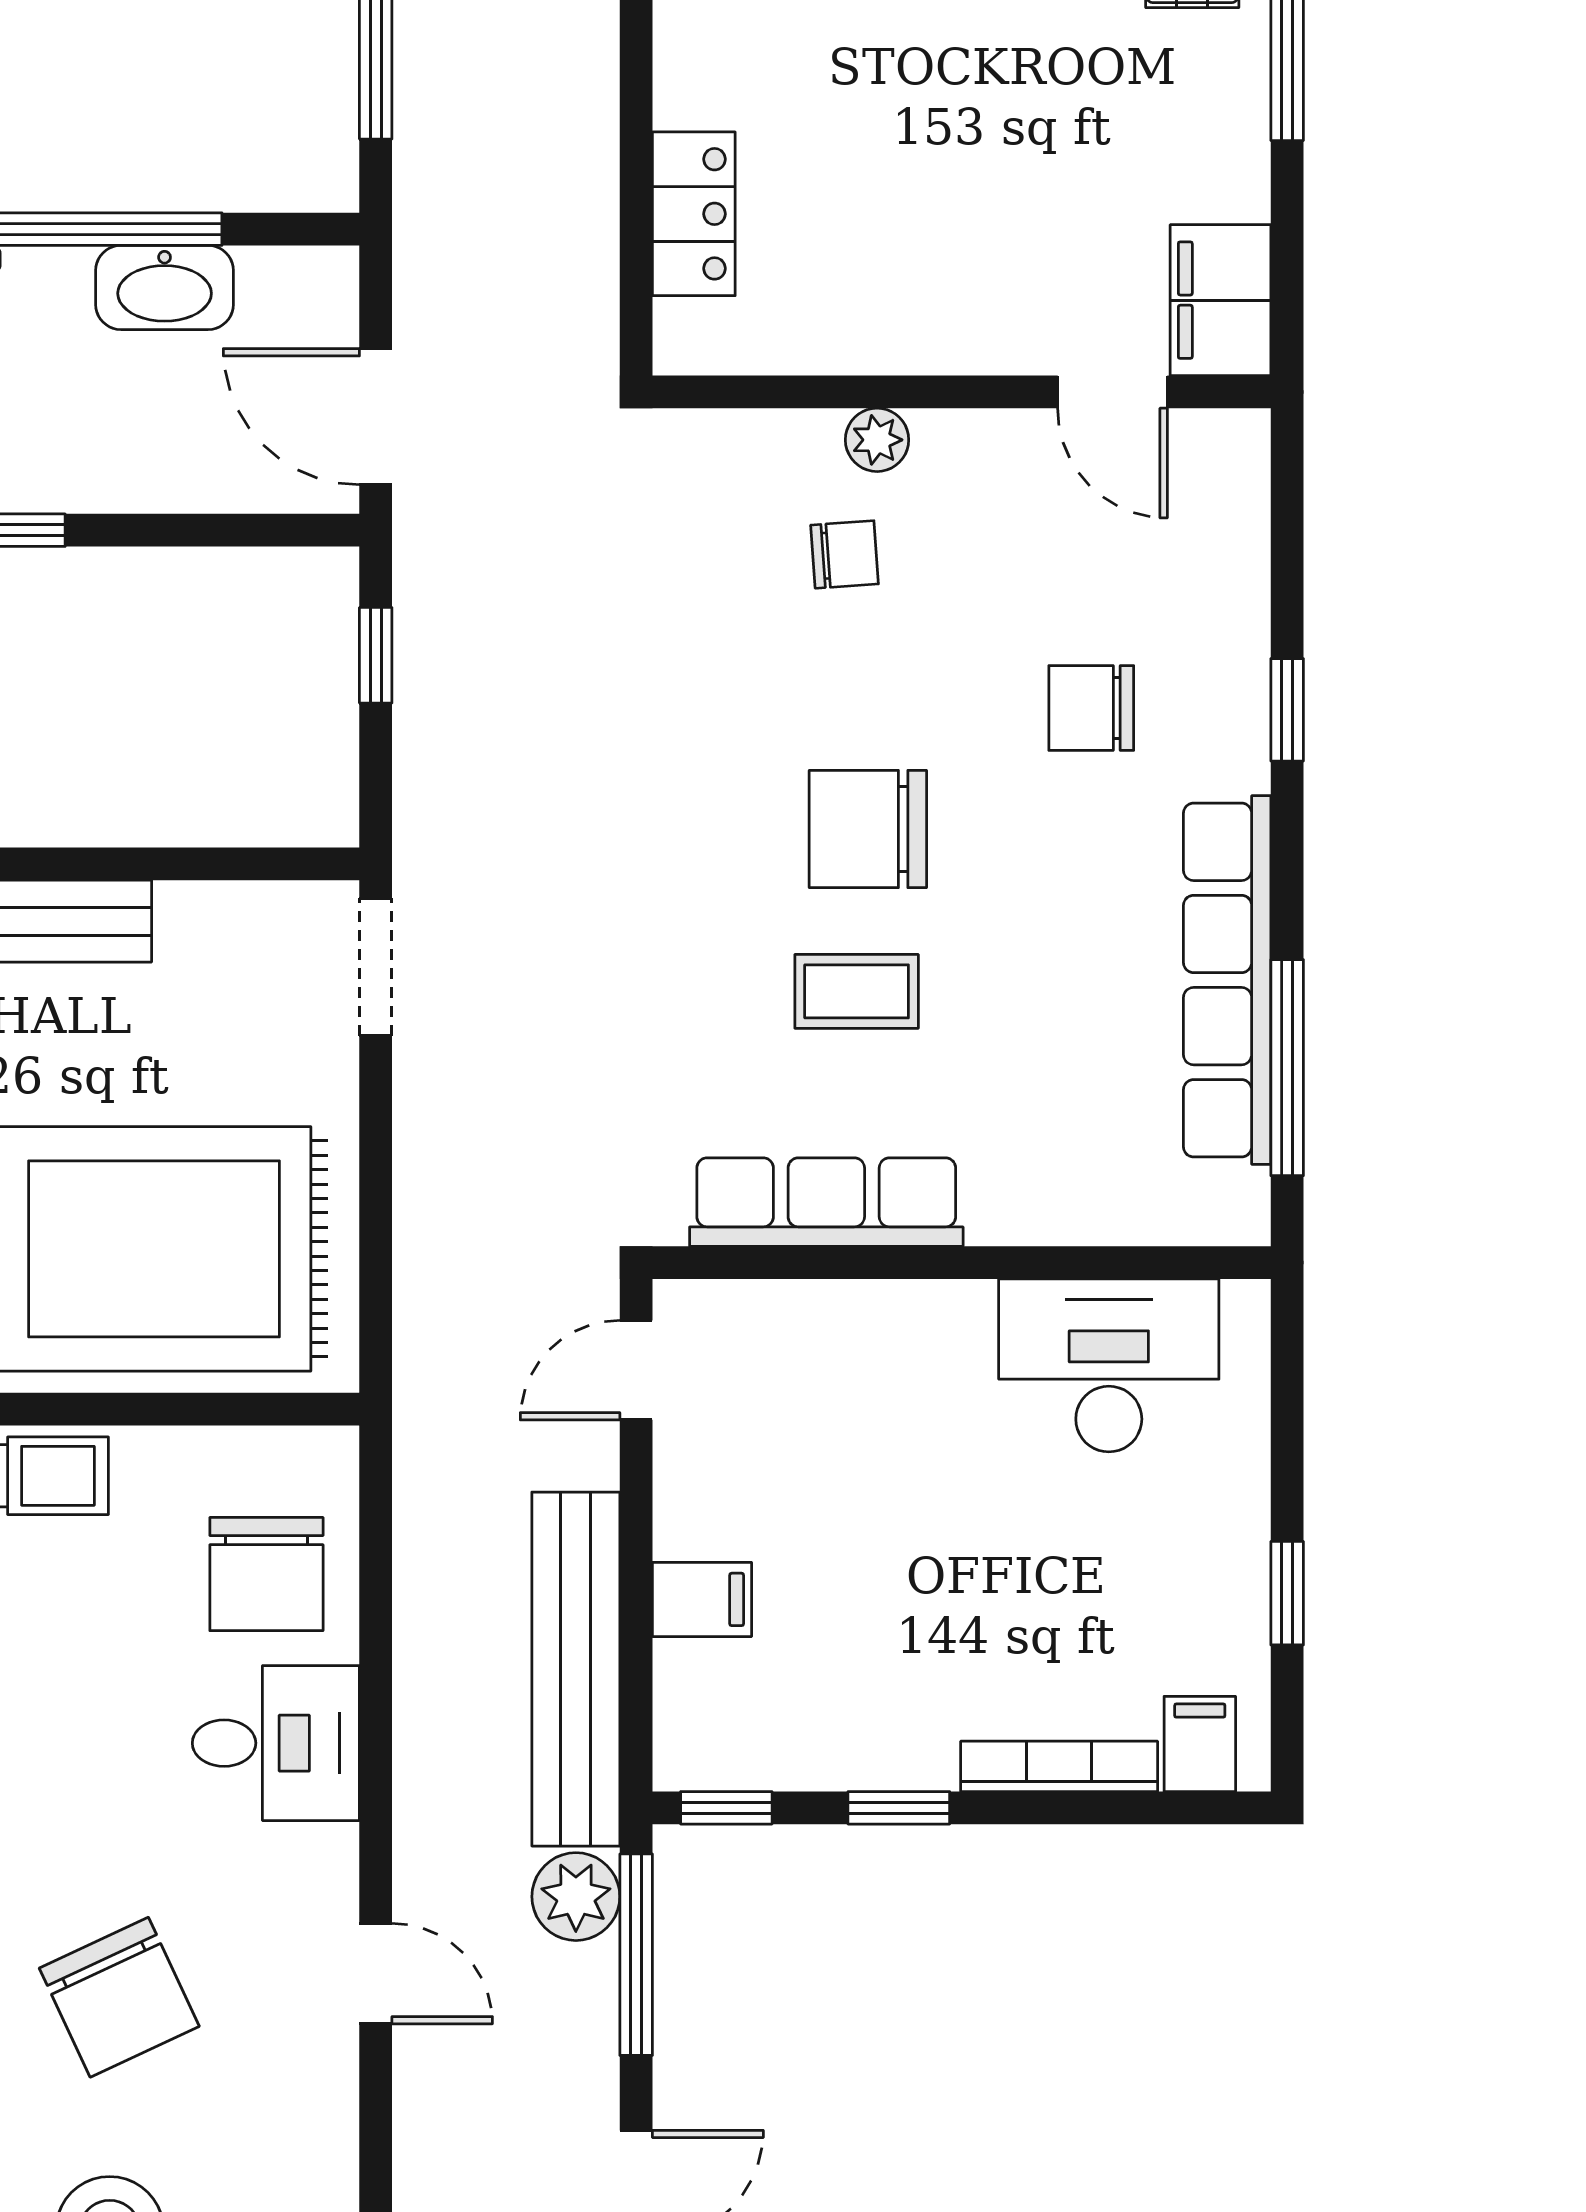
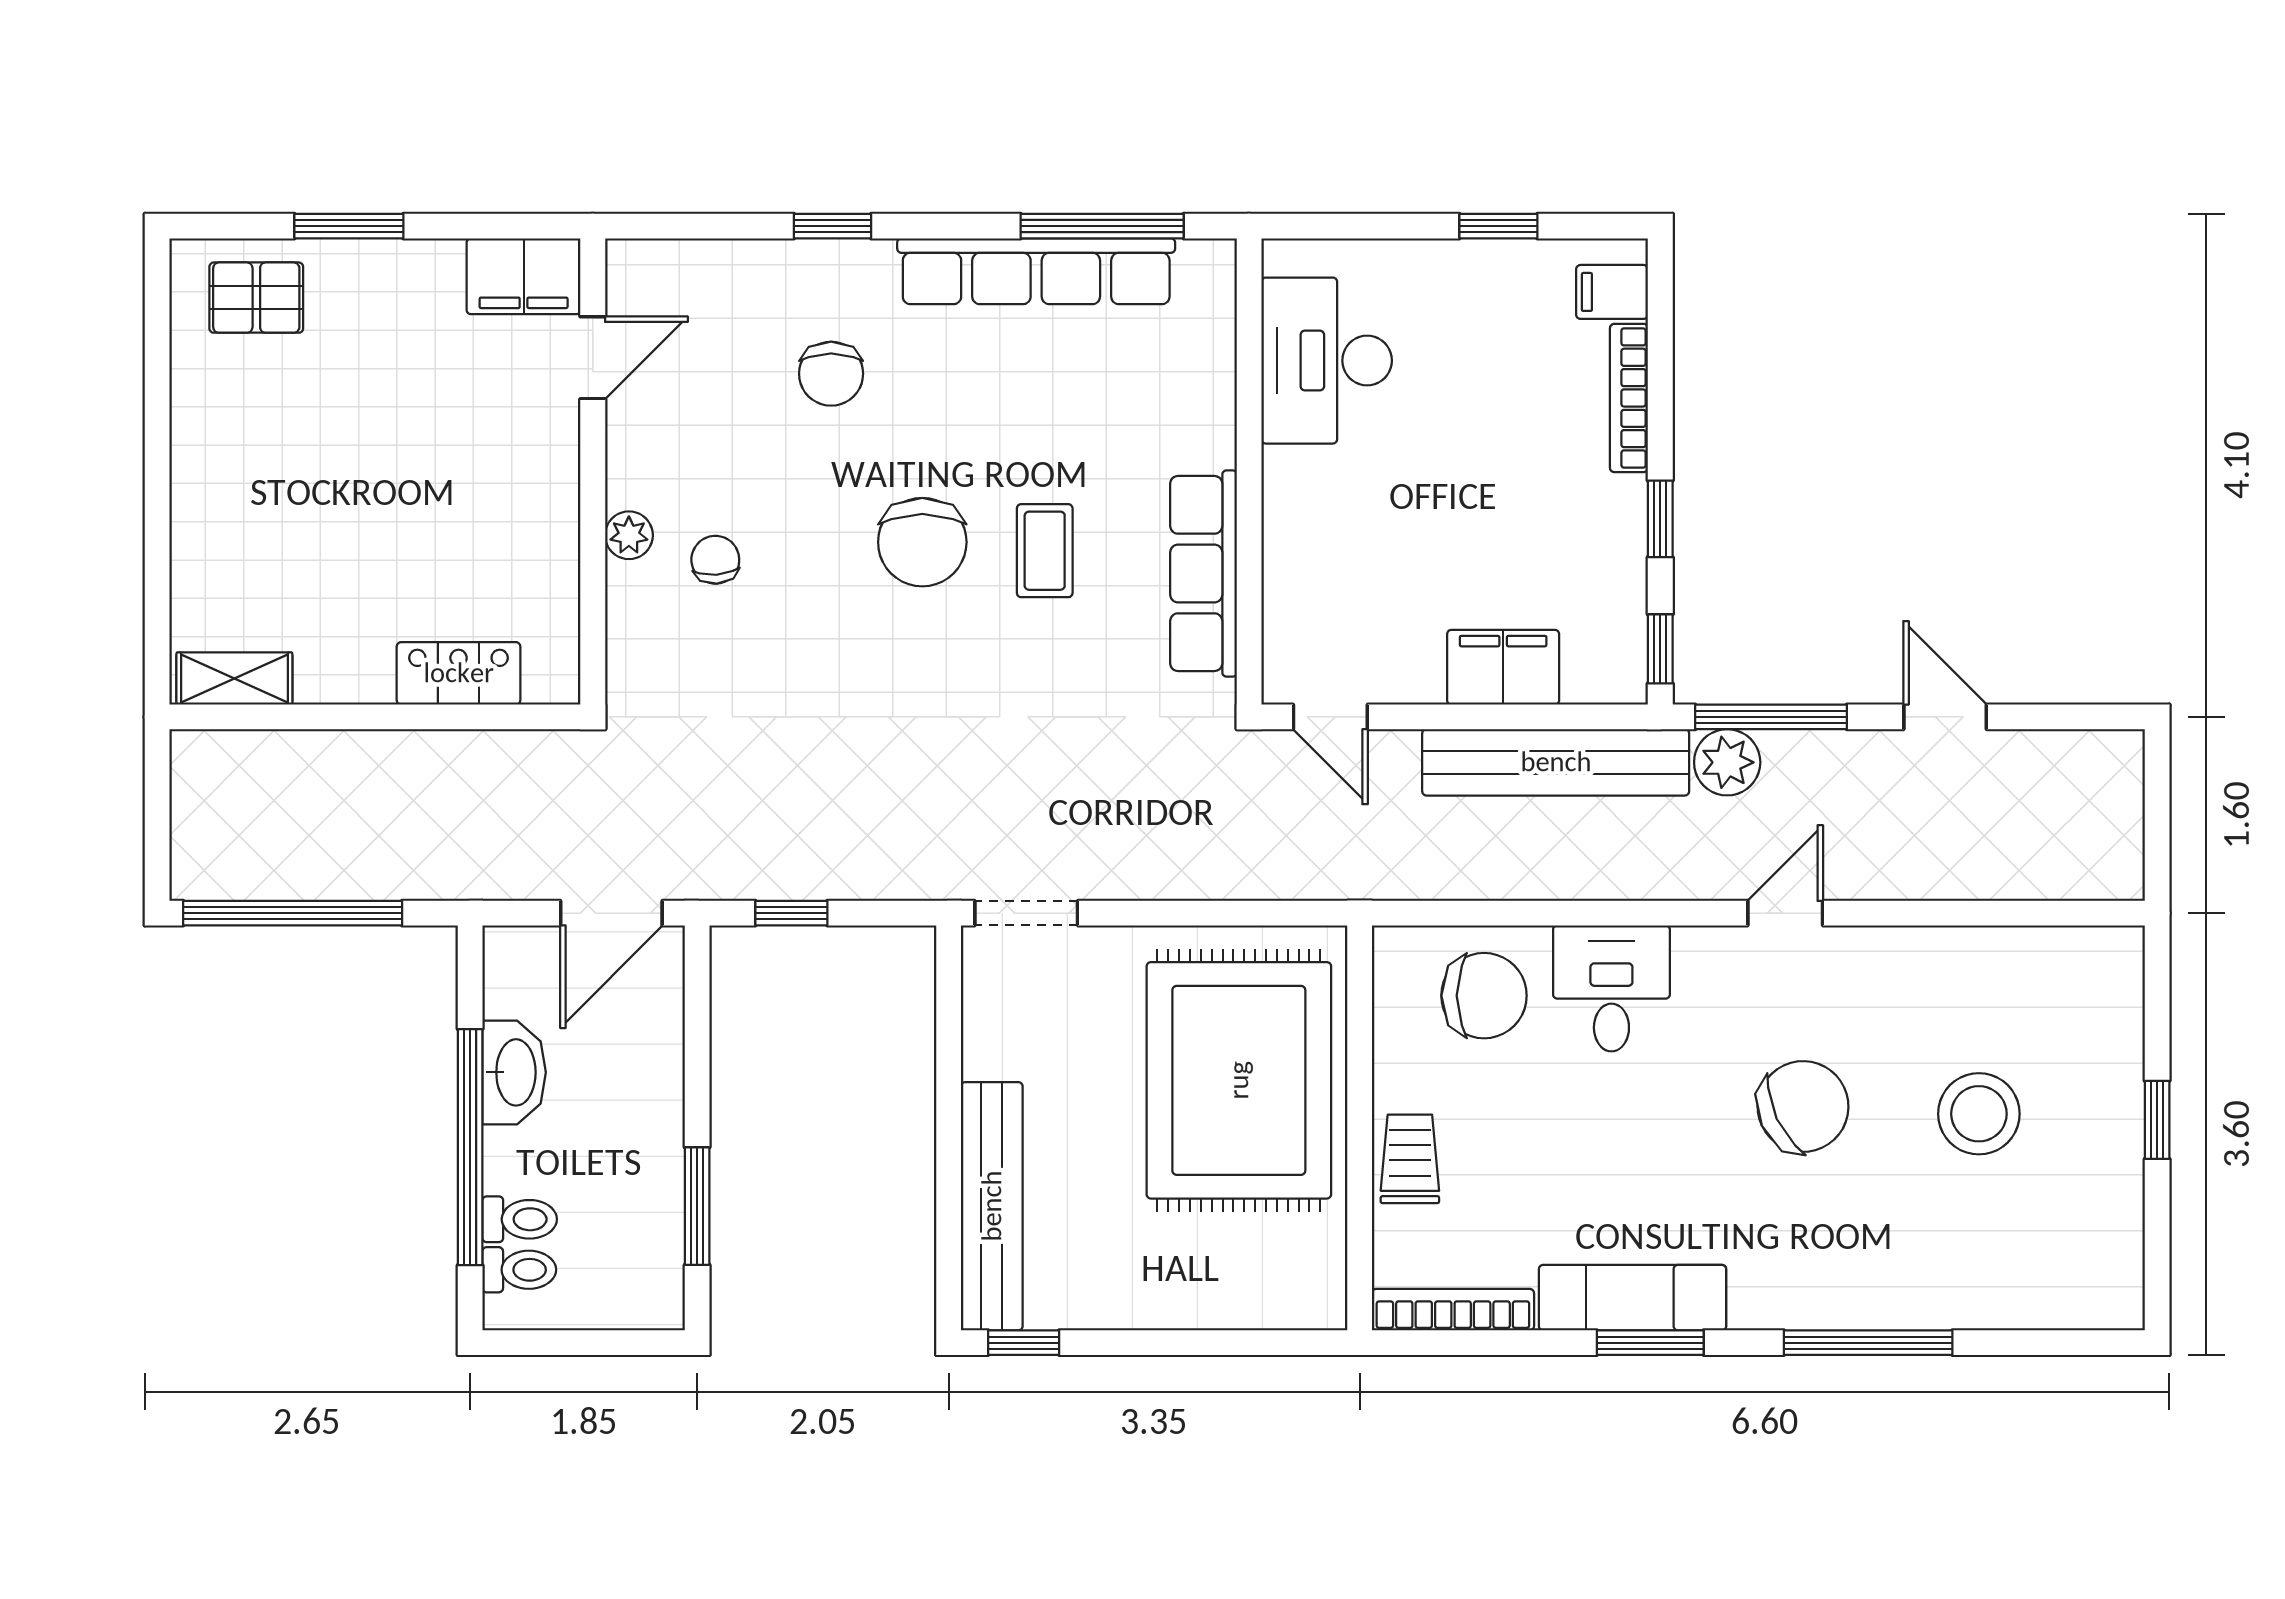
filing cabinet: (702, 1599) -> (1503, 667), width x2.00

